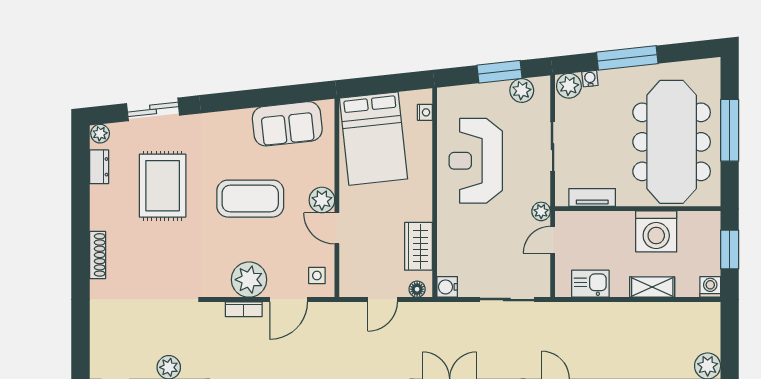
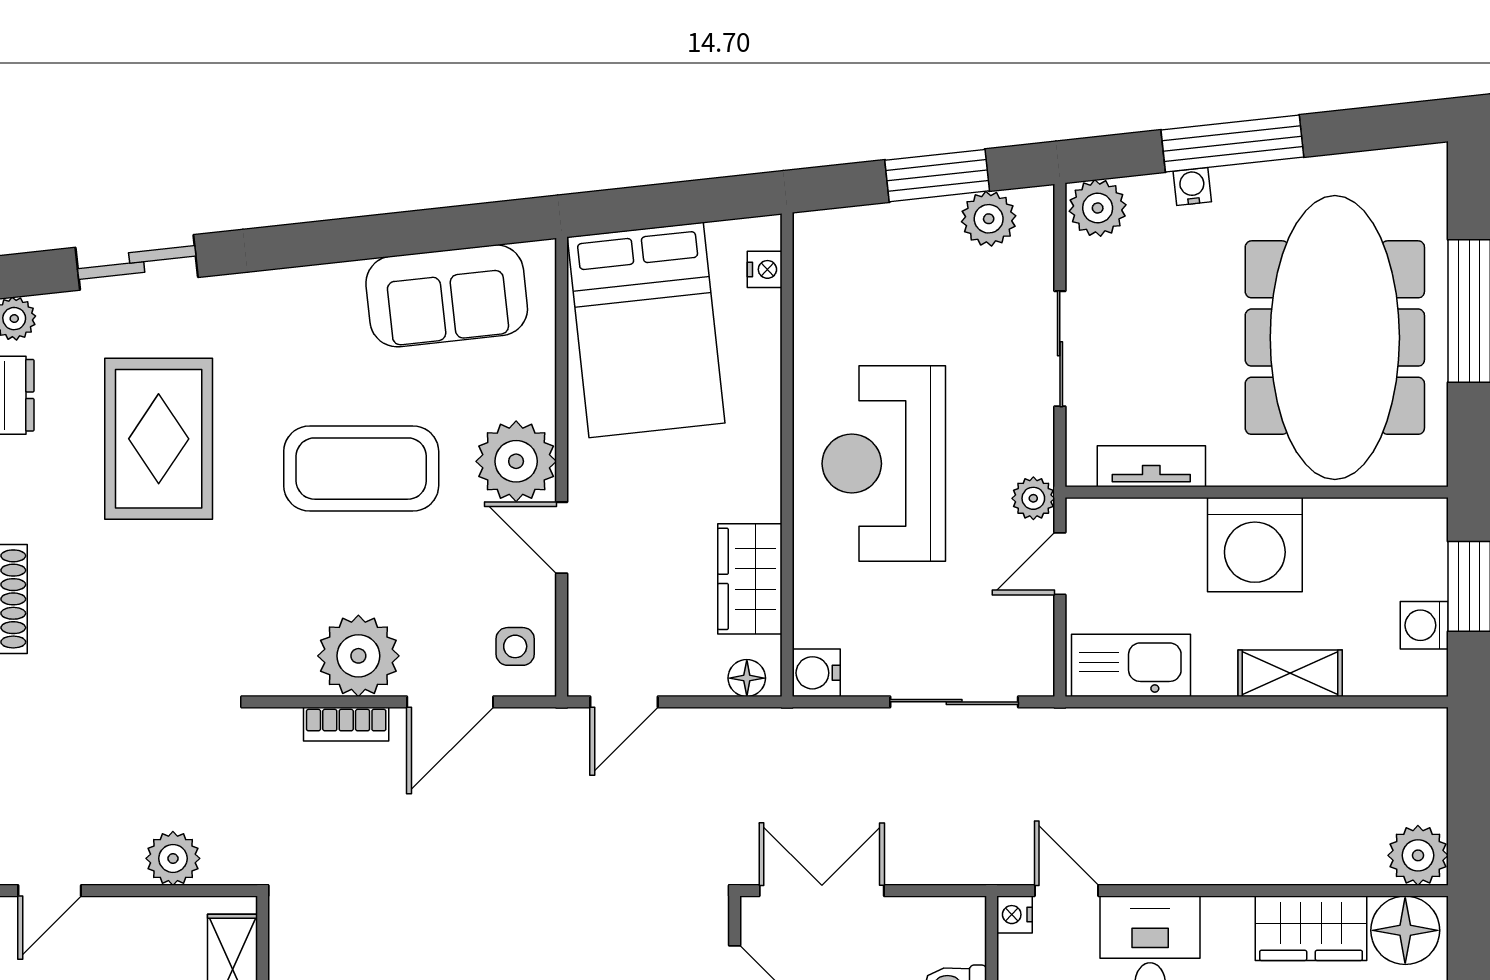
water cooler: (590, 79) -> (1192, 186), moved
reception desk: (476, 161) -> (884, 464), moved
plant: (322, 200) -> (516, 461), width x1.36, depth x1.36
washing machine: (656, 231) -> (1255, 545), moved
kitchen sink: (590, 284) -> (1131, 665), width x1.38
washing machine: (710, 287) -> (1424, 625), moved, turned -90
door: (383, 300) -> (624, 702), moved

